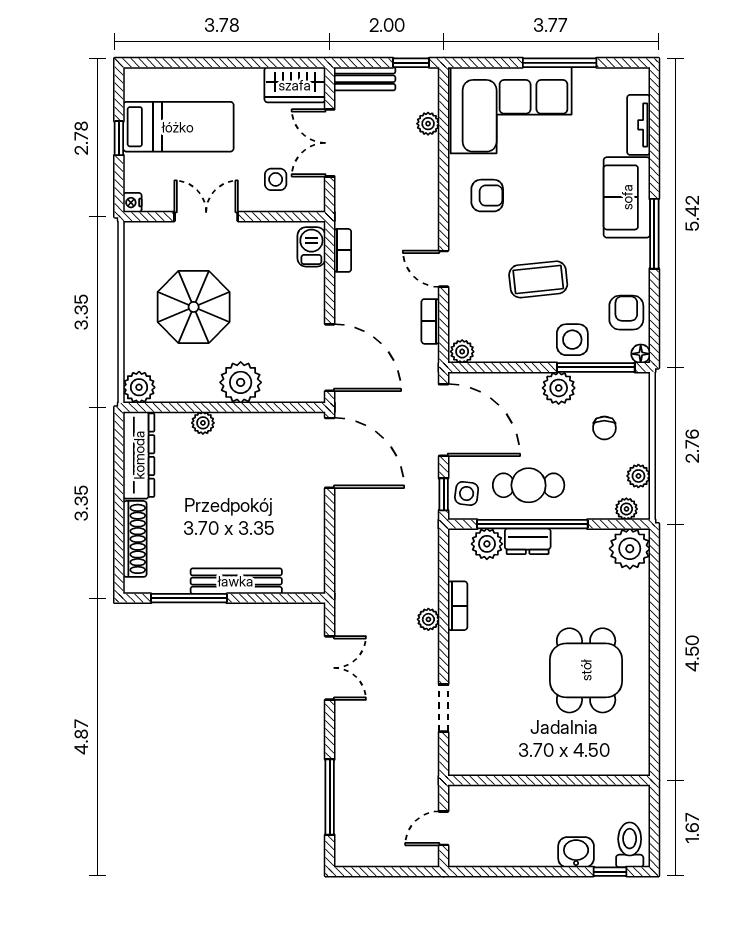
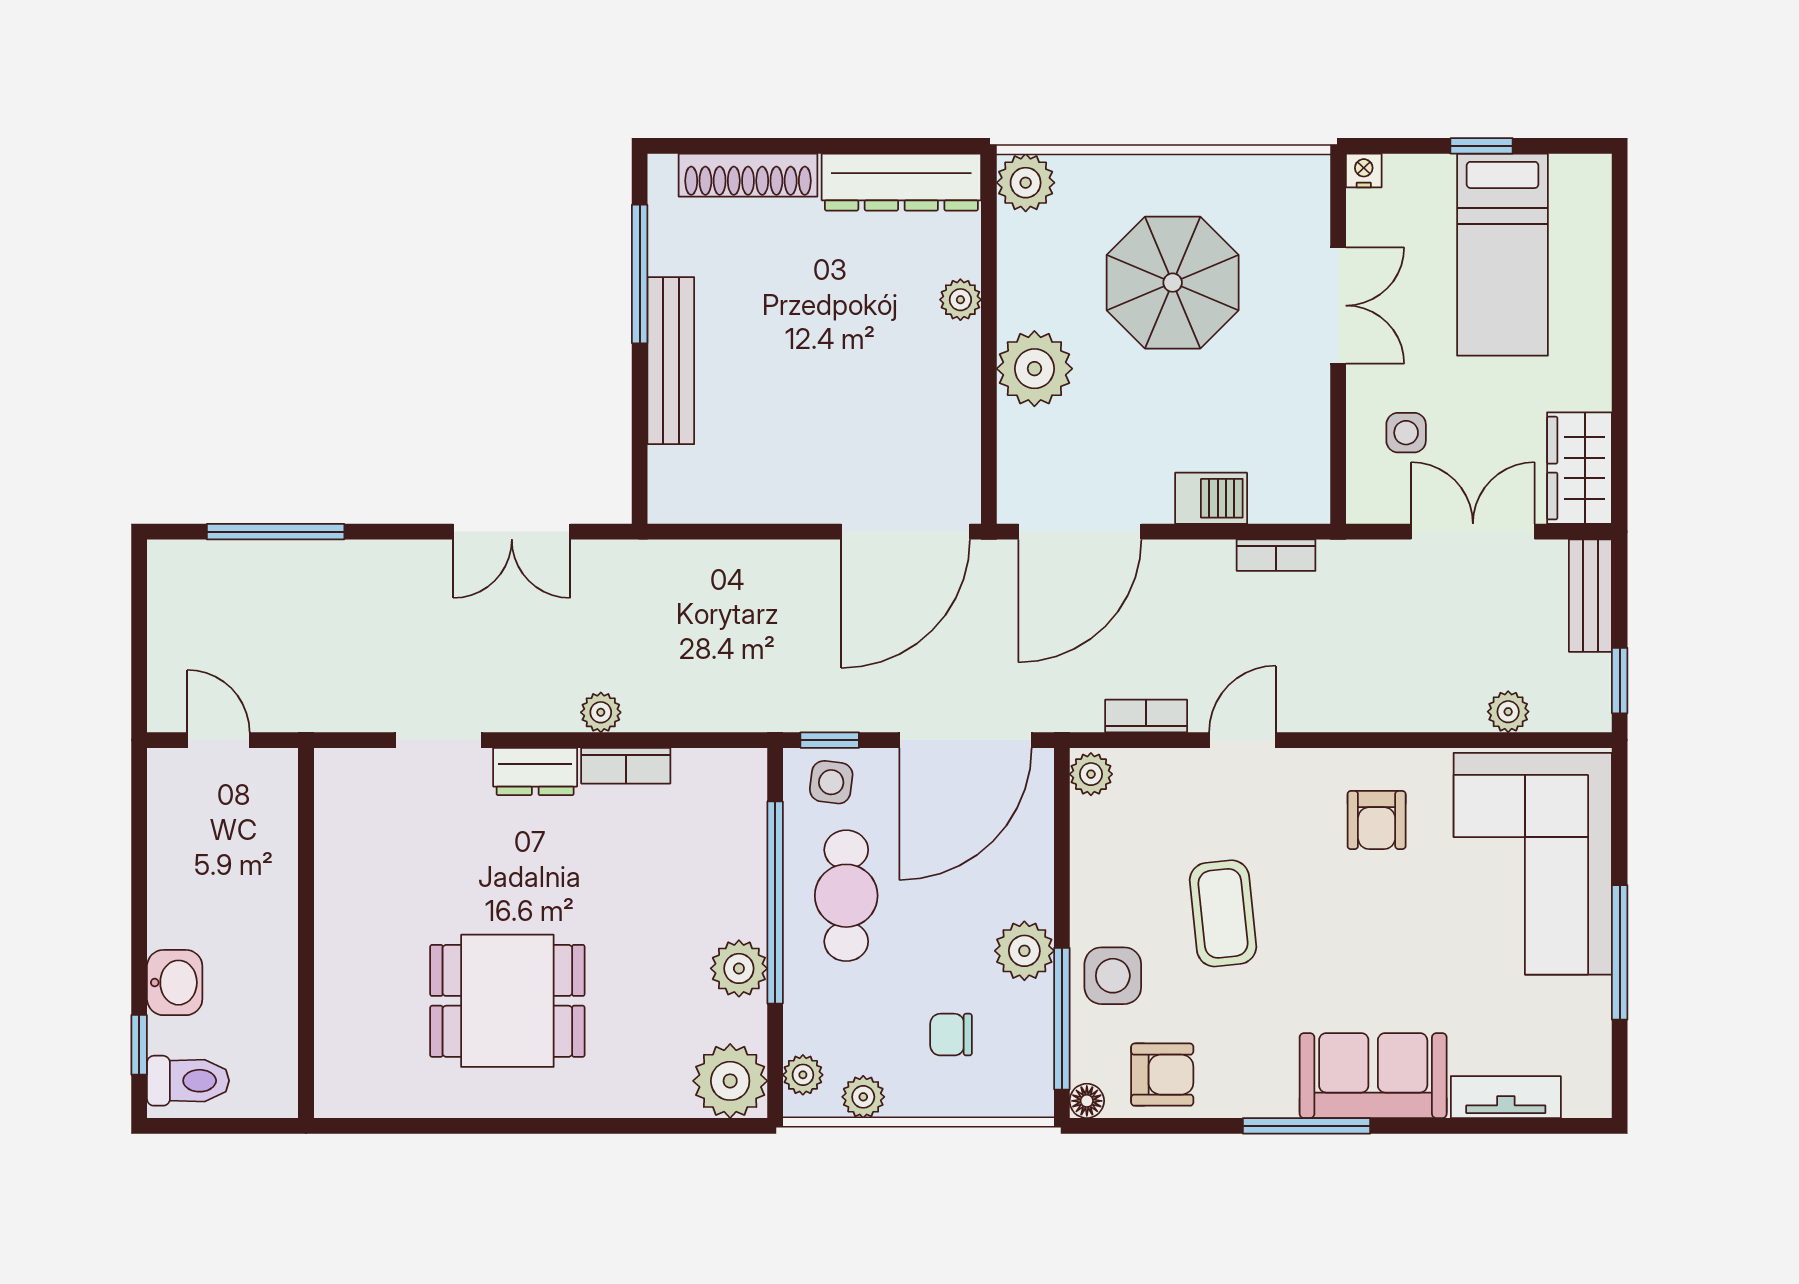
barbecue: (311, 247) -> (1211, 498), moved
dresser: (528, 541) -> (535, 772), moved, turned -90
plant: (487, 544) -> (739, 968), moved

